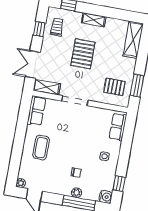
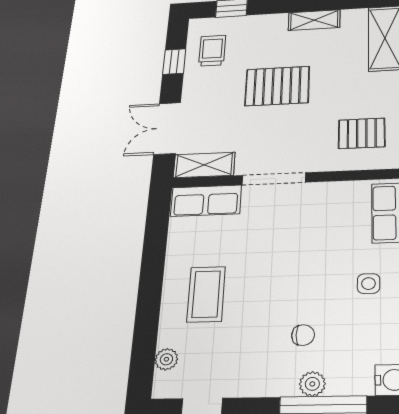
shelving: (94, 20) -> (314, 20), moved
pallet: (83, 54) -> (277, 86), turned 90
row of seats: (36, 111) -> (206, 201), moved, turned 90
plant: (21, 183) -> (166, 359), moved

